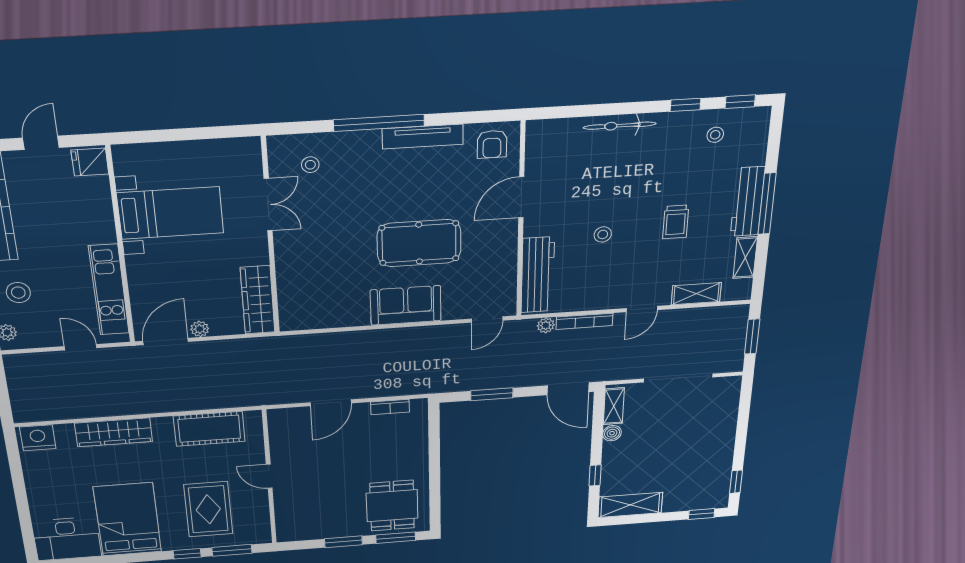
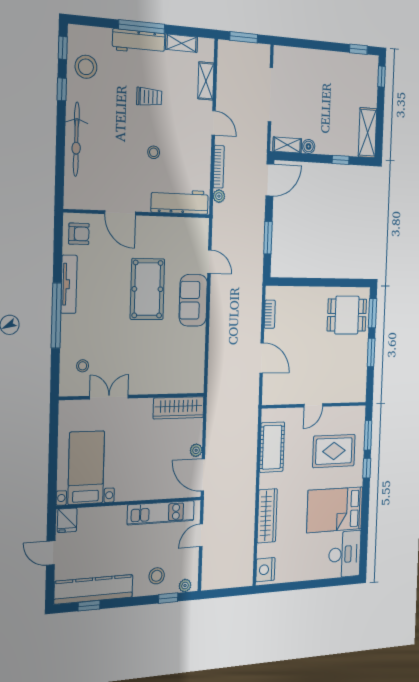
bicycle: (620, 126) -> (76, 139), width x1.37, depth x1.40
stool: (715, 135) -> (86, 67), width x1.89, depth x1.89
bed with nightstands: (170, 213) -> (86, 468), moved
door: (487, 320) -> (209, 262), moved

